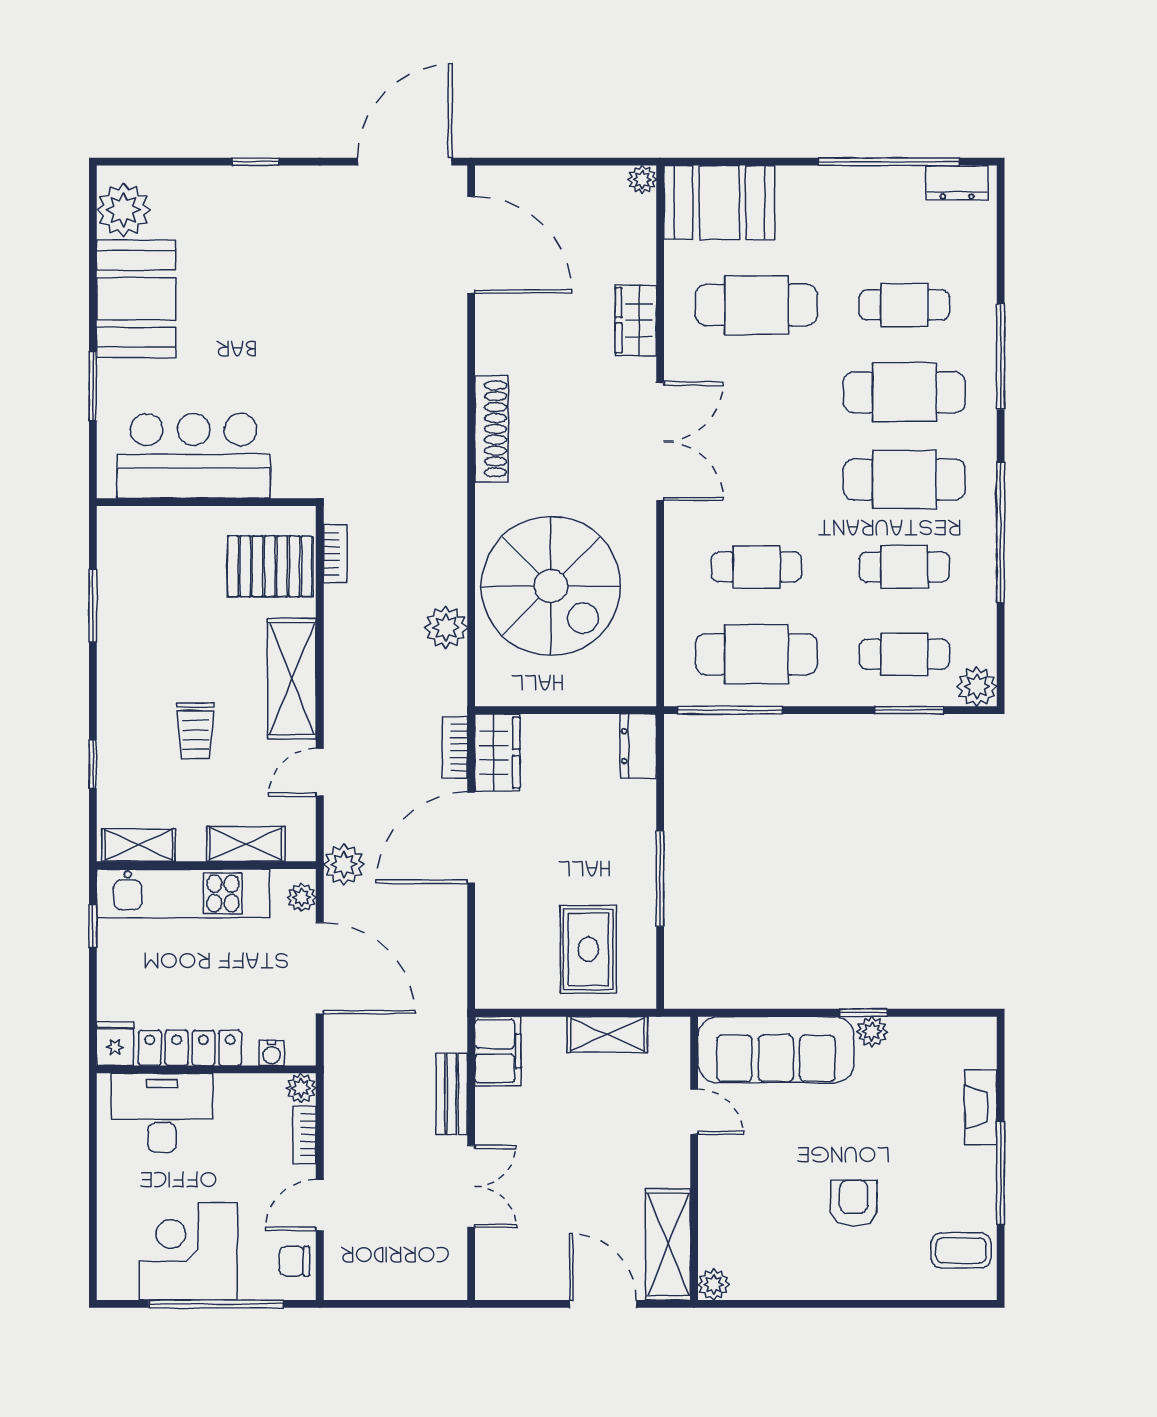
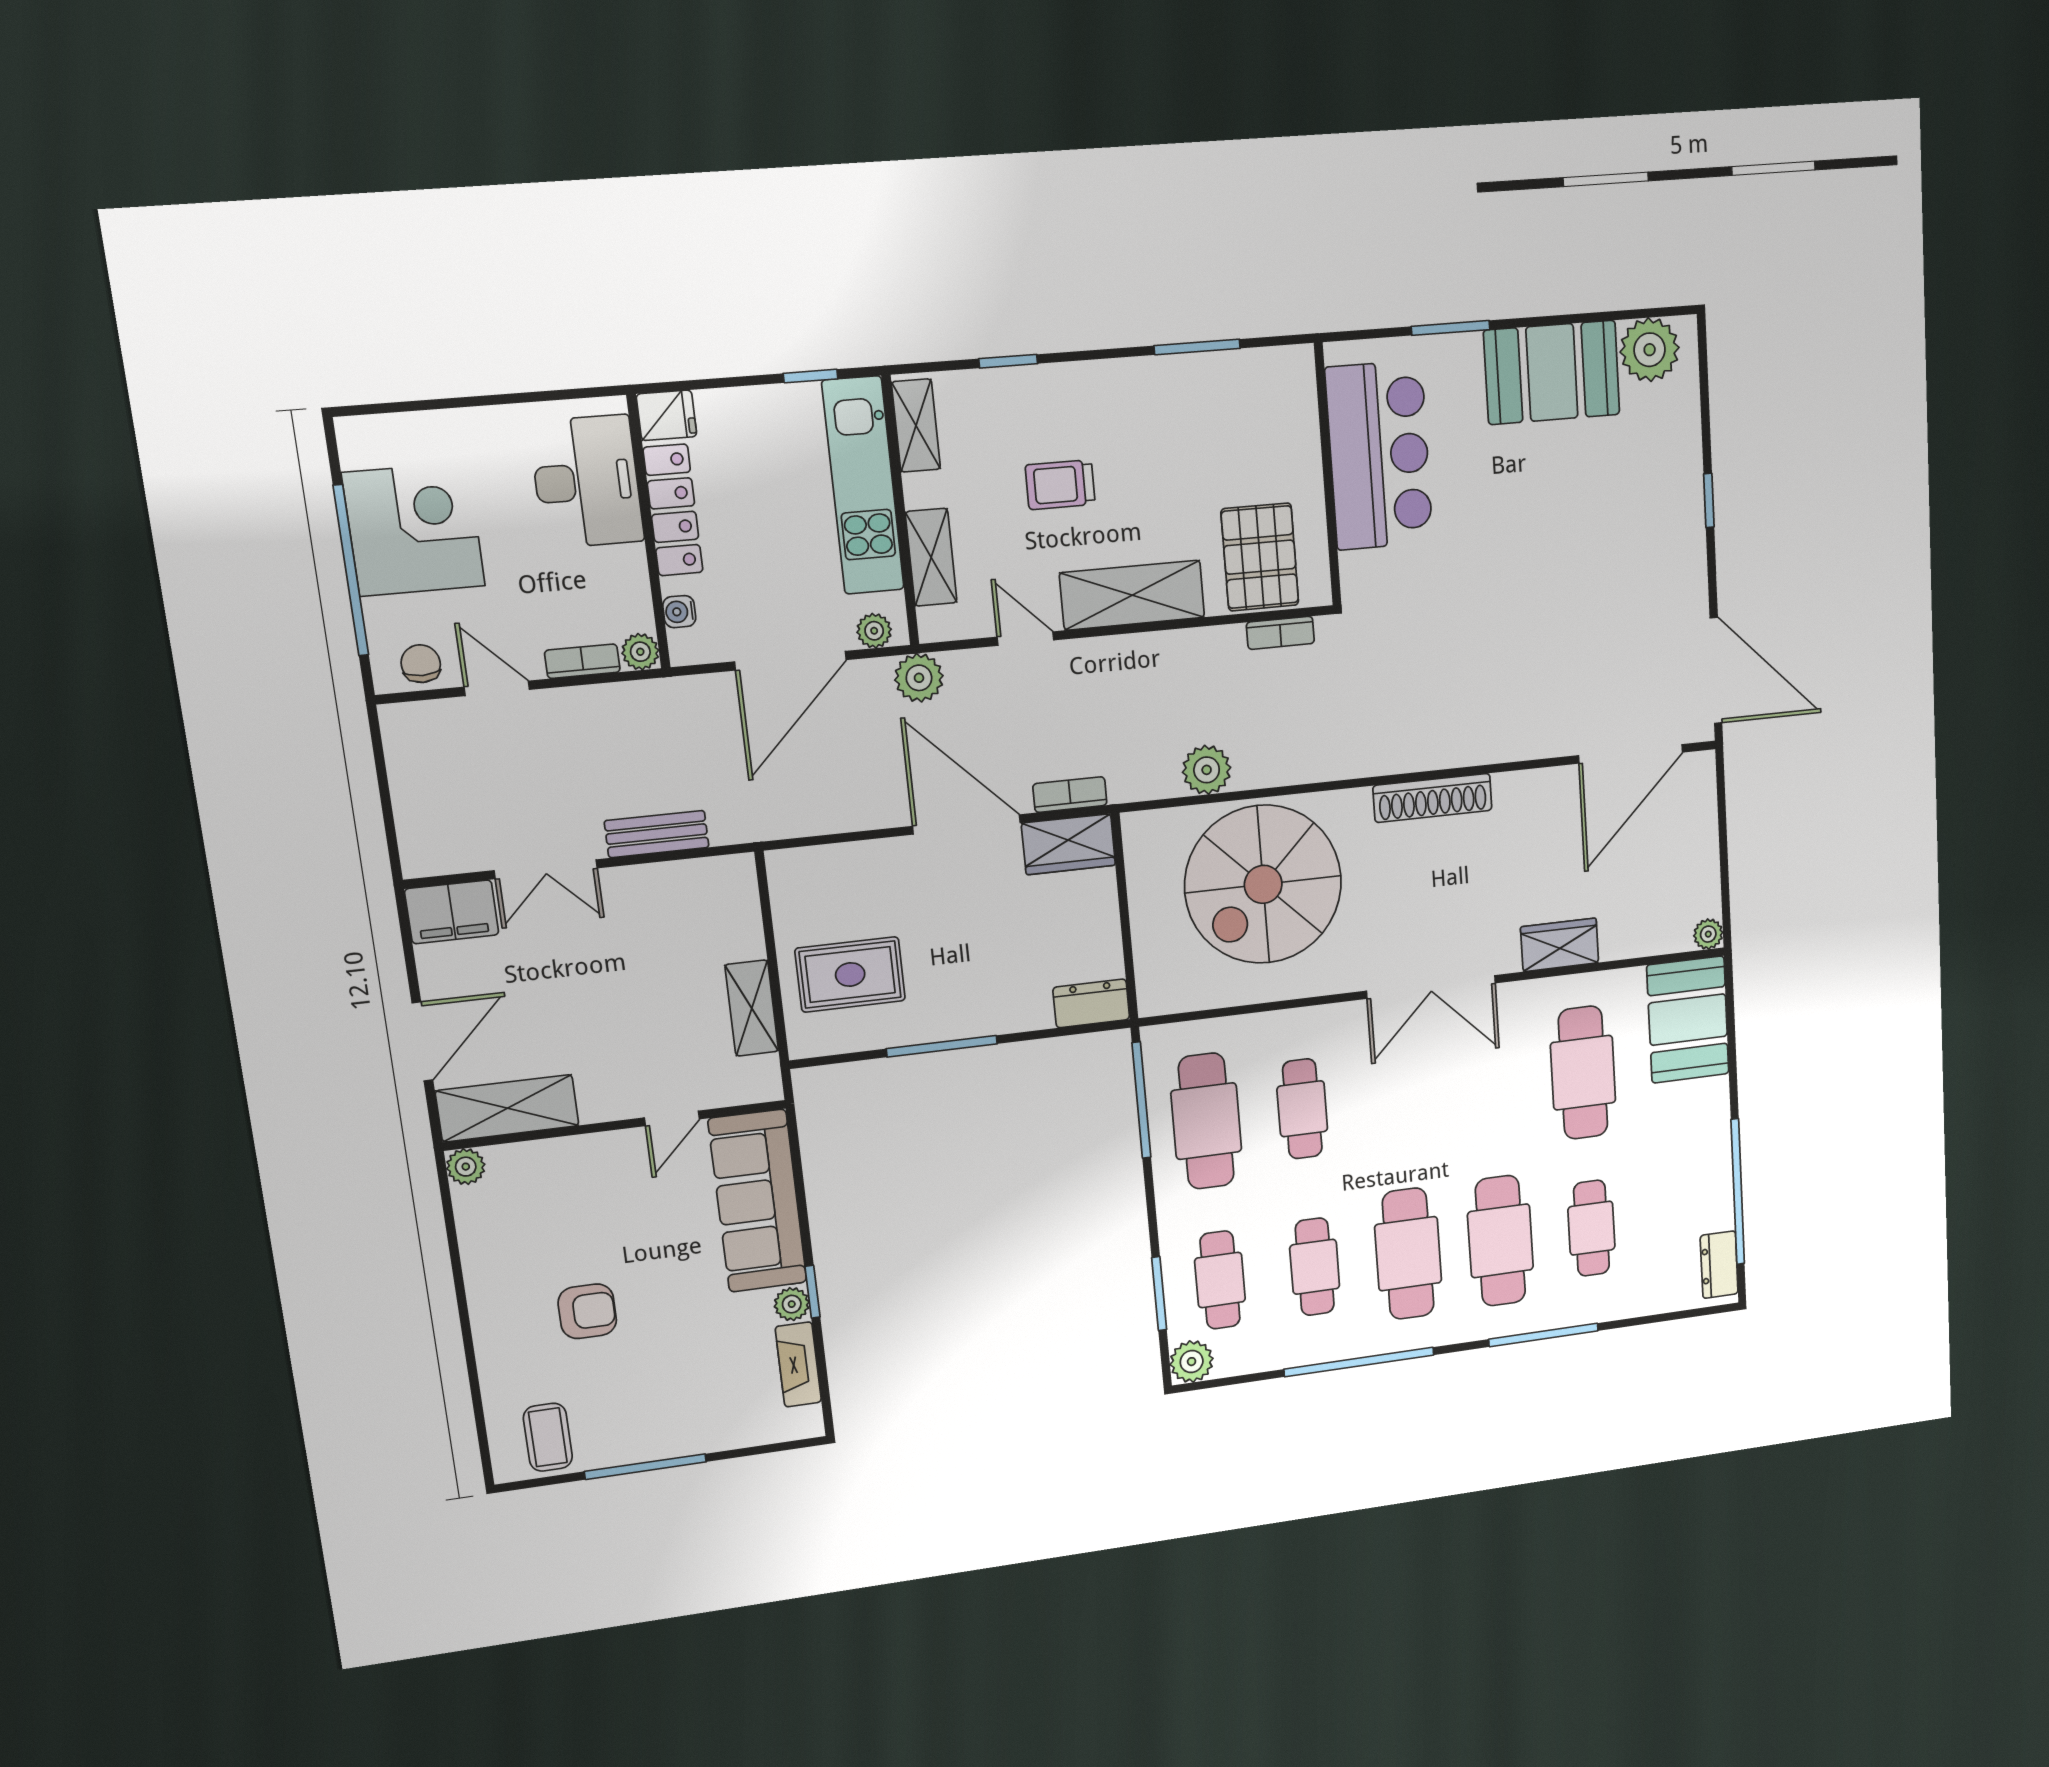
filing cabinet: (498, 1051) -> (452, 912), moved
fireplace: (981, 1107) -> (798, 1364), moved, turned -90

